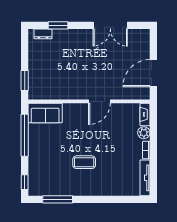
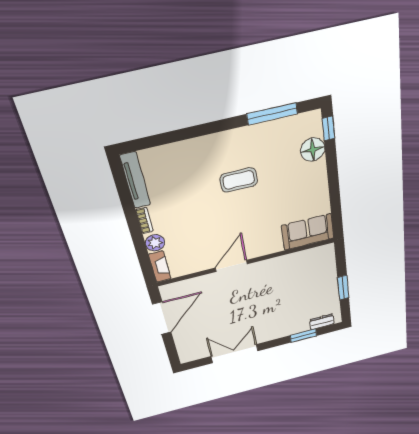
window: (25, 81) -> (343, 288), moved
window: (25, 135) -> (335, 195), removed
floor lamp: (36, 171) -> (313, 150), added

